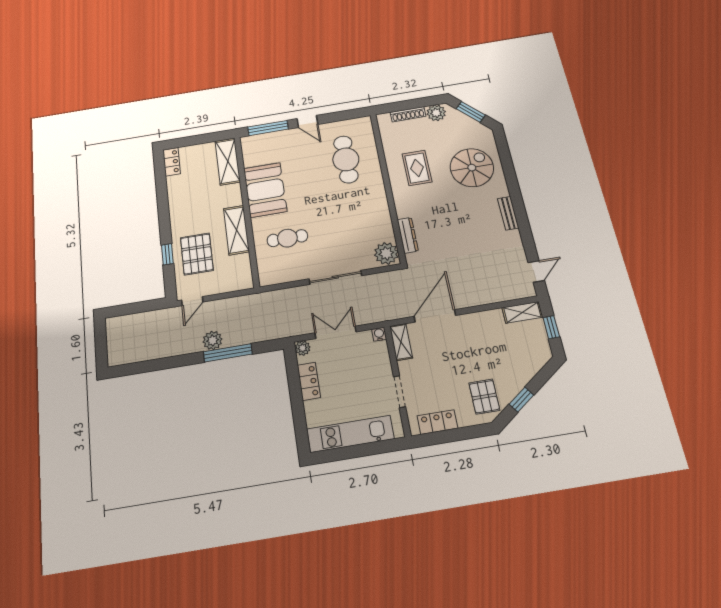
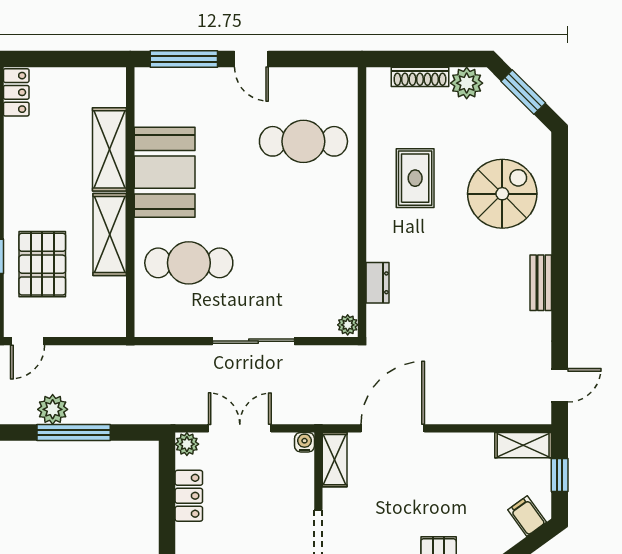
cafe table: (346, 159) -> (303, 141), turned 90
shelving: (228, 161) -> (109, 149), moved
dresser: (408, 235) -> (378, 283), width x0.70
cafe table: (287, 238) -> (189, 263), width x1.37, depth x1.35
plant: (386, 253) -> (348, 325), width x0.53, depth x0.53
filing cabinet: (537, 357) -> (527, 516), added

